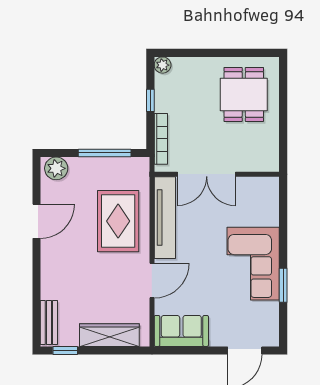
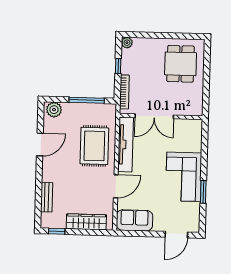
bench: (49, 322) -> (47, 197), moved

